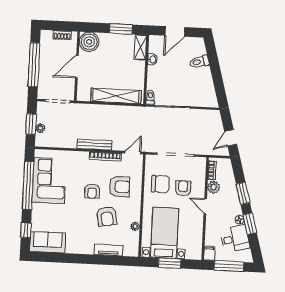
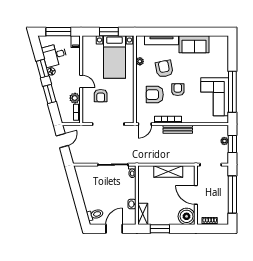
toilet: (199, 62) -> (95, 215), moved
door: (77, 67) -> (196, 195), swing flipped
shelving: (116, 96) -> (168, 171), width x0.68
chair: (160, 184) -> (120, 99), removed
window: (26, 230) -> (232, 54), removed
sofa: (48, 242) -> (194, 44), moved
tv unit: (108, 250) -> (162, 40), width x1.41

